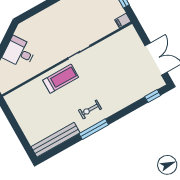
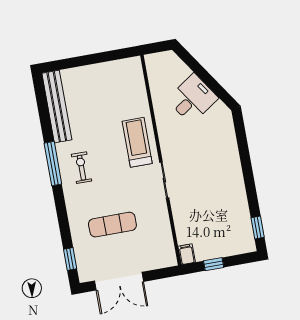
exercise mat: (120, 76) -> (112, 225), added
treadmill: (61, 79) -> (137, 142), turned 180

